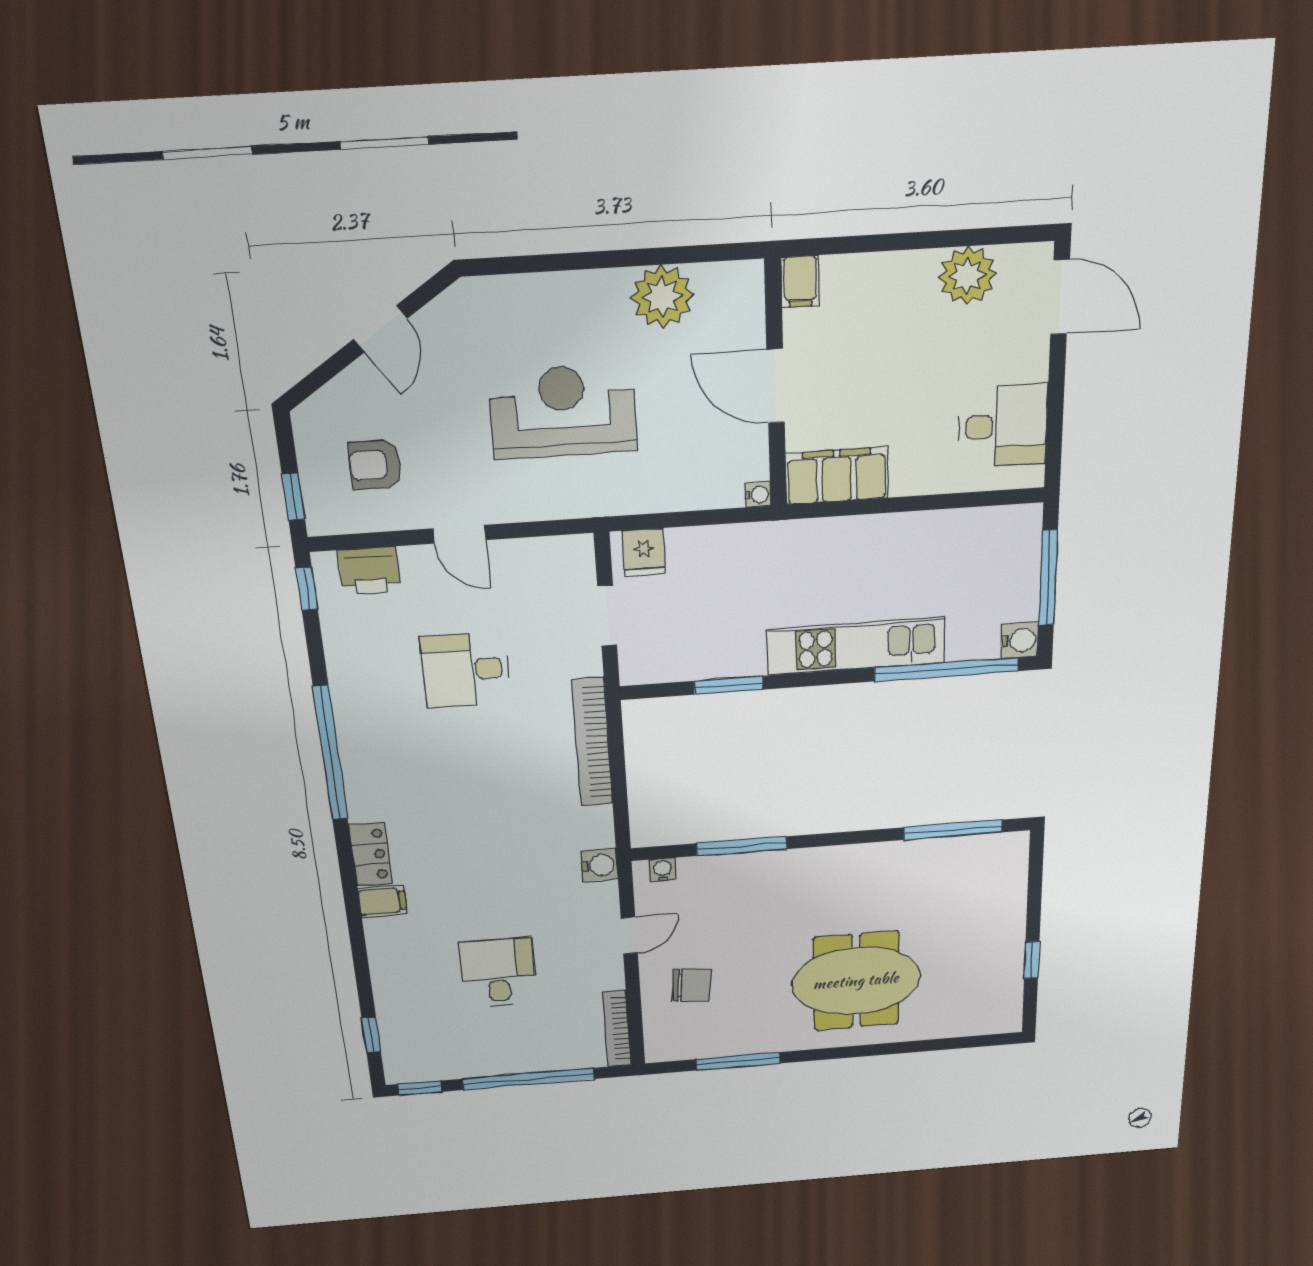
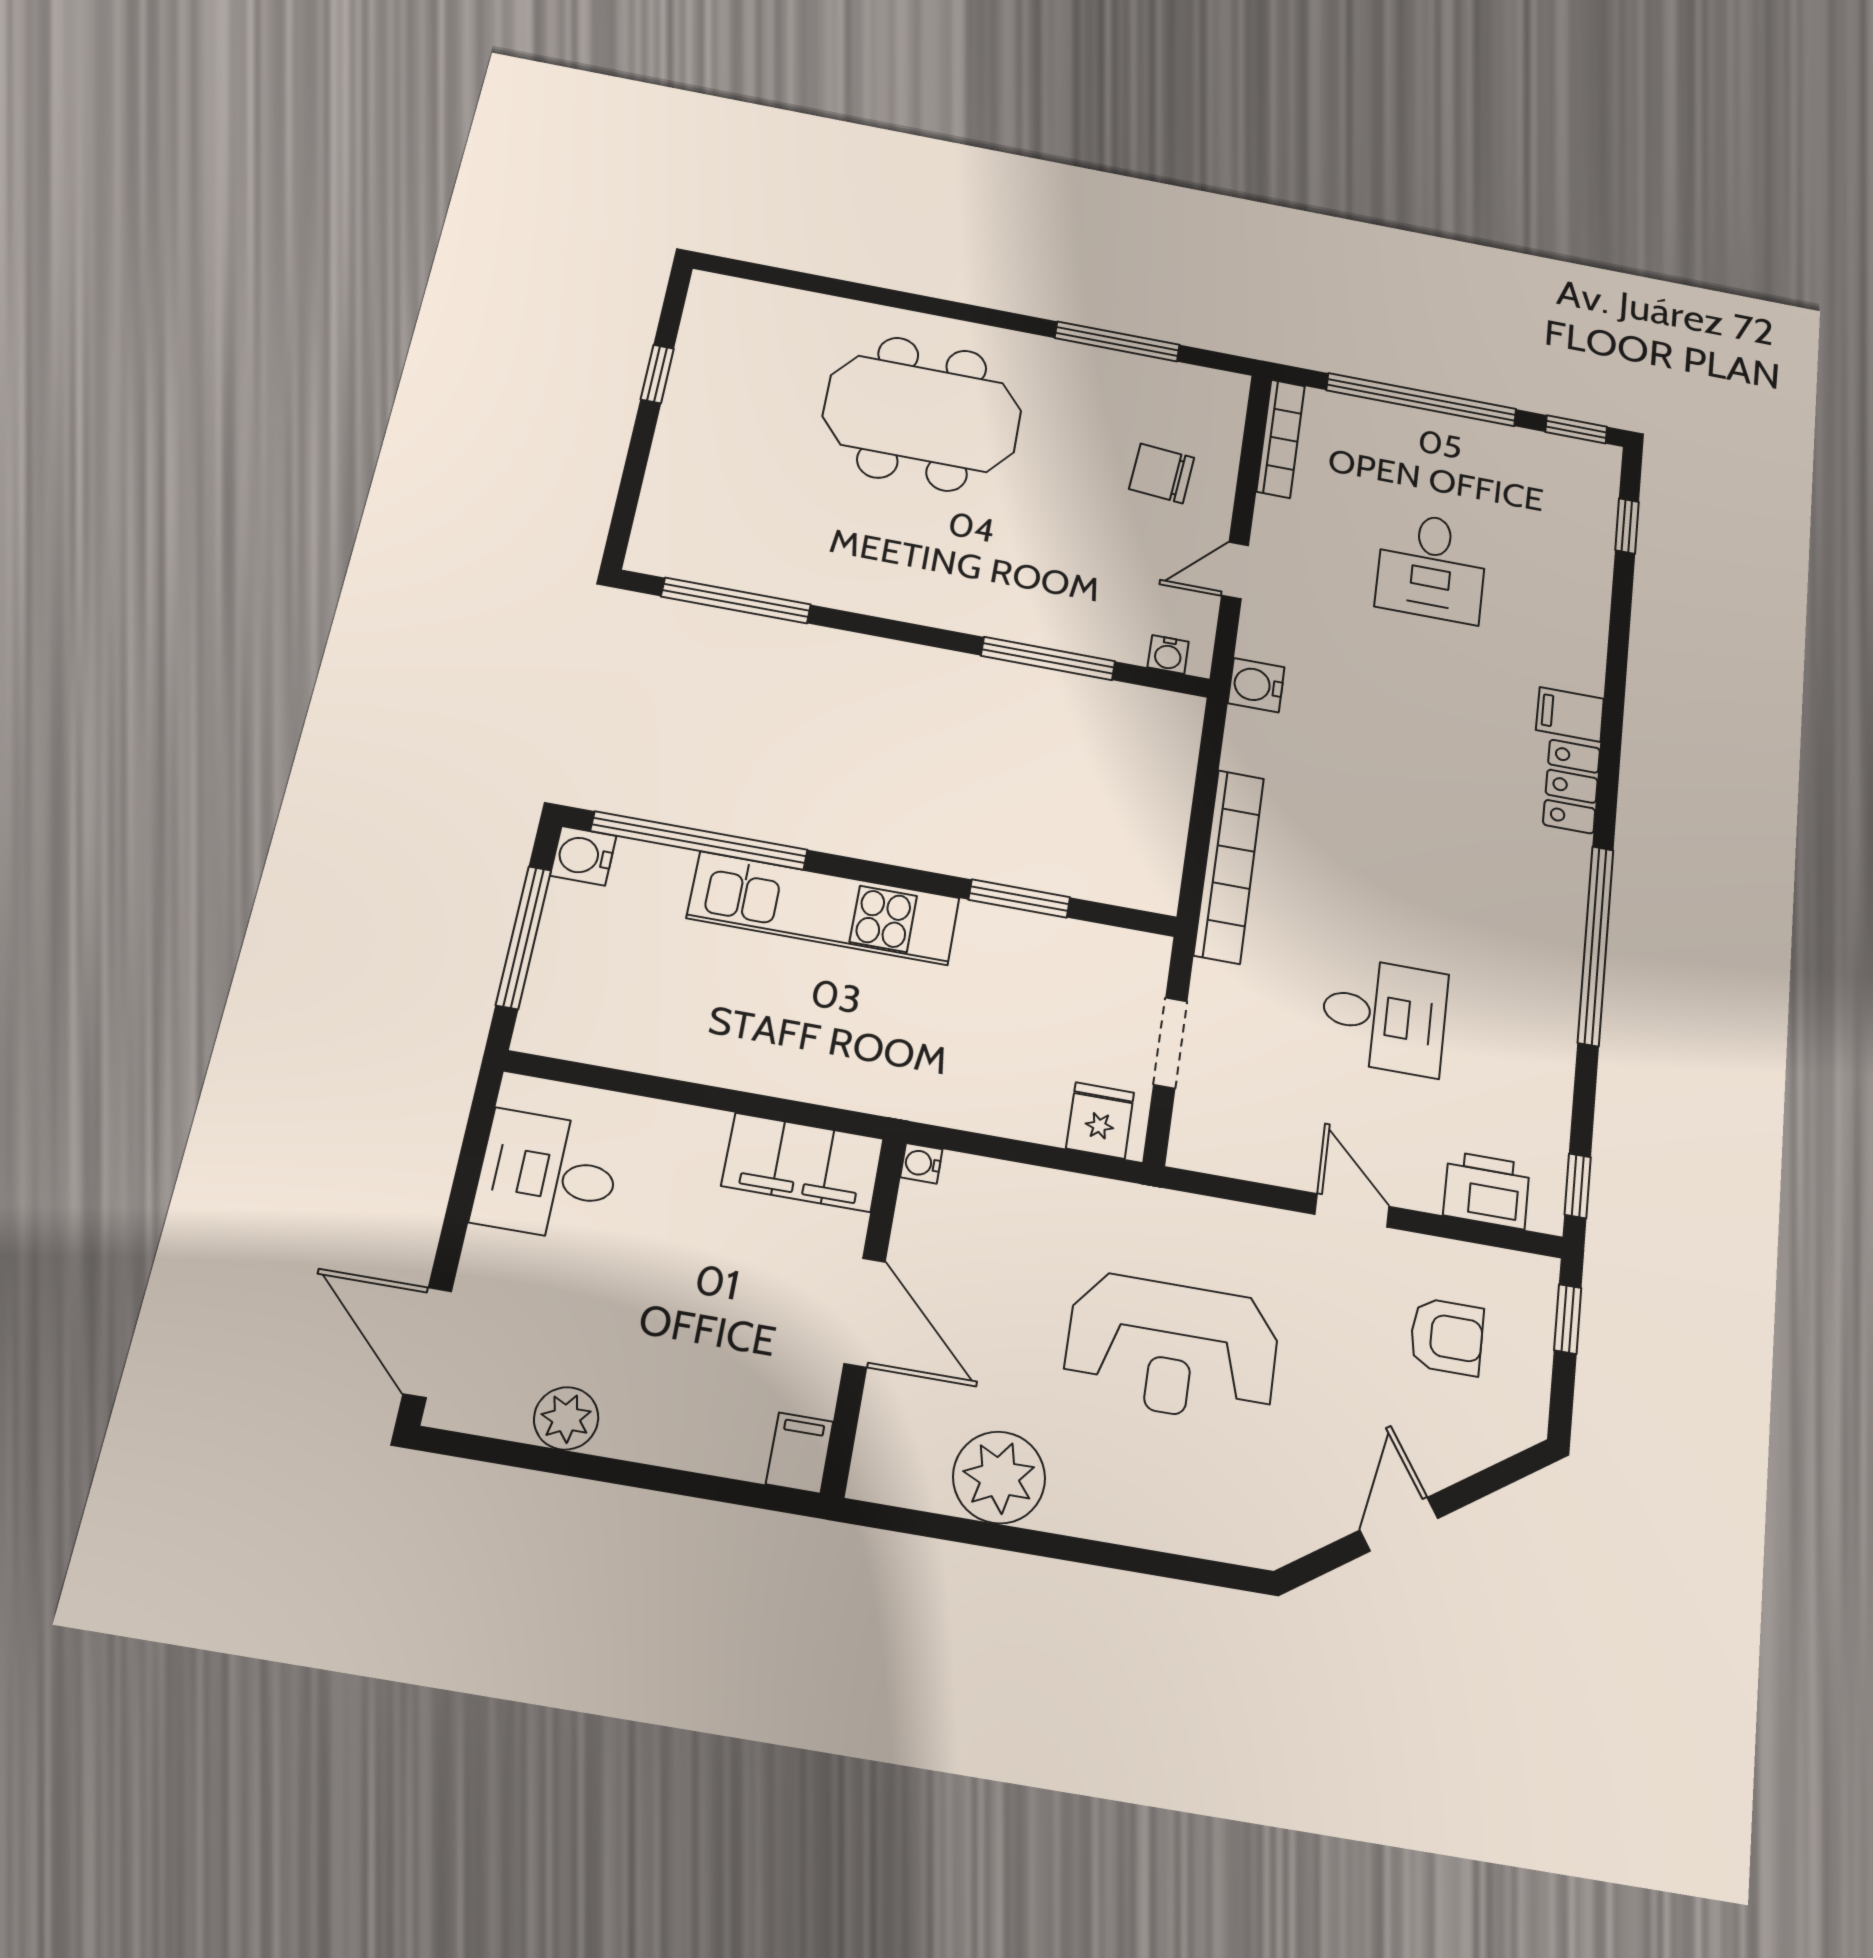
plant: (967, 276) -> (566, 1418), width x0.73, depth x0.73

